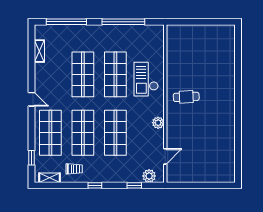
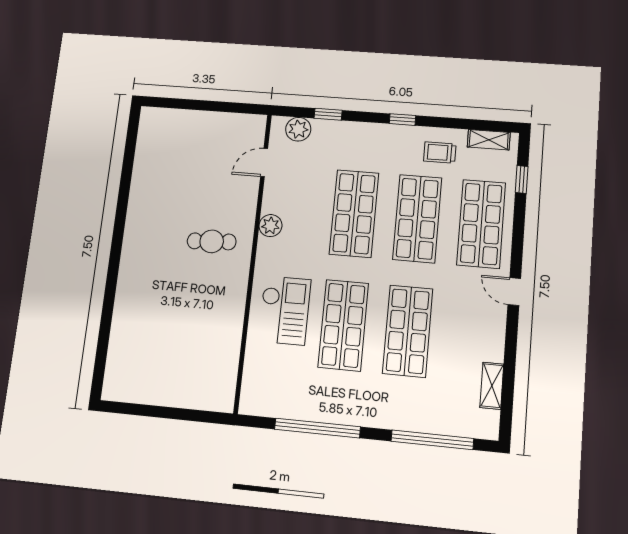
cafe table: (186, 97) -> (212, 241), moved

